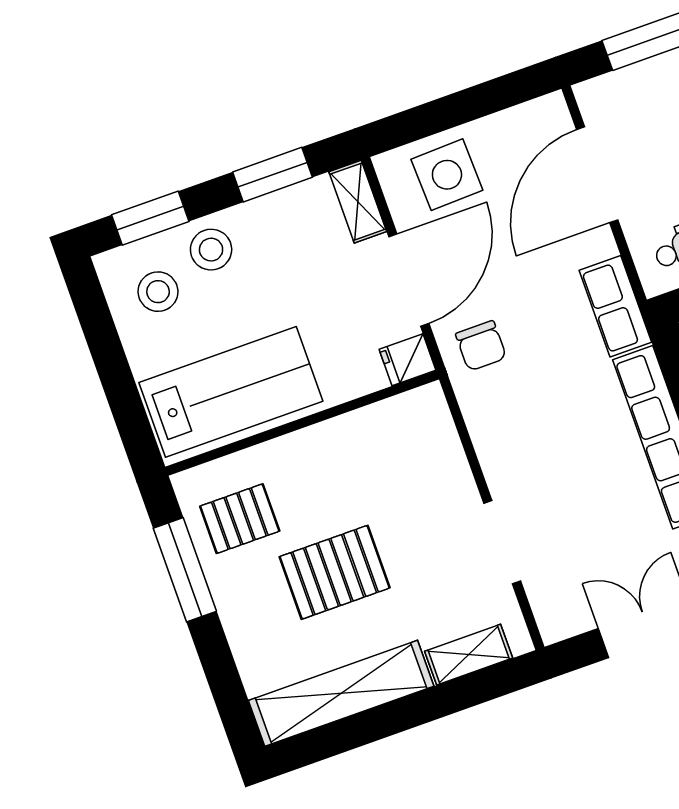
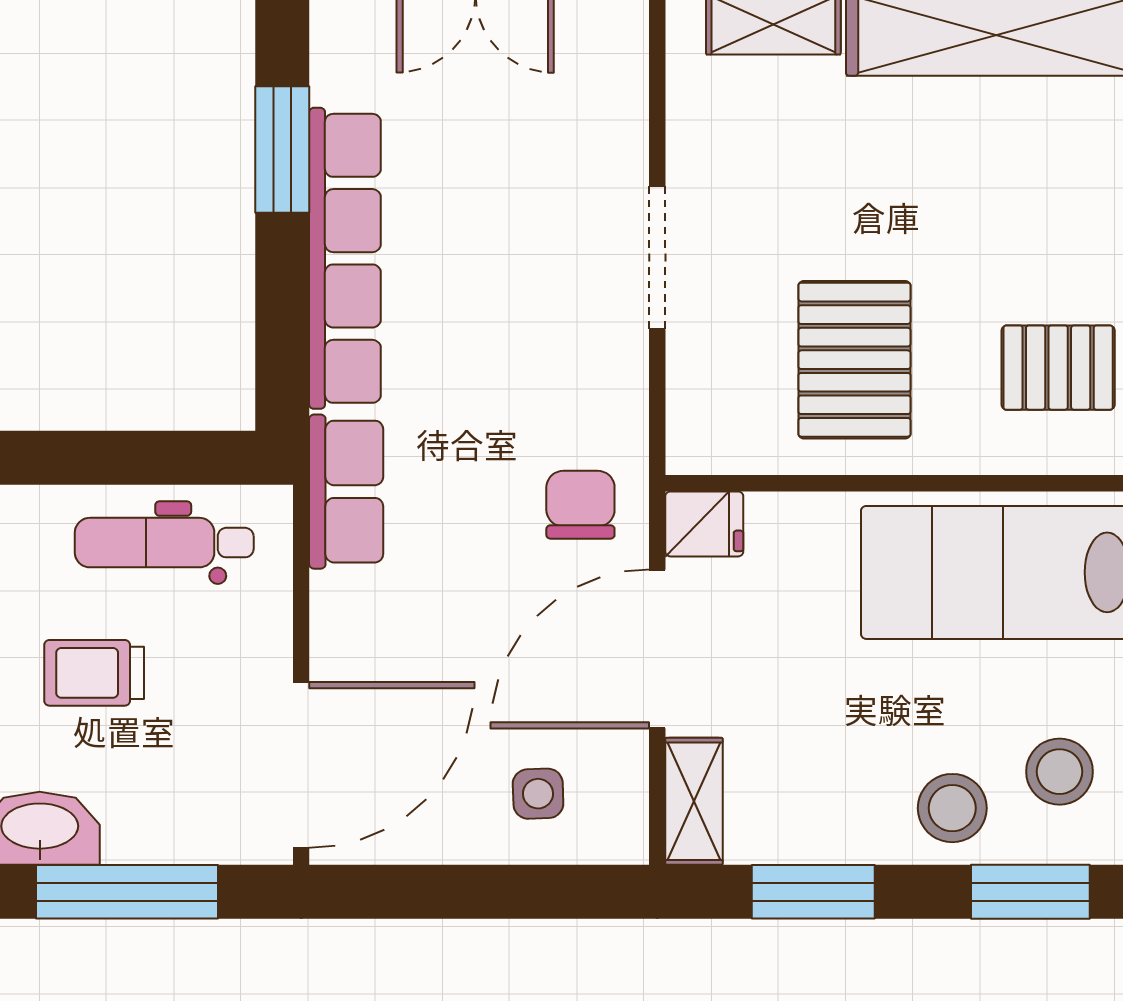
side table: (447, 175) -> (538, 794), width x0.54, depth x0.54
door: (597, 175) -> (301, 765), moved
doorway: (502, 542) -> (657, 258), moved
pallet: (335, 572) -> (854, 360), moved, turned 90

